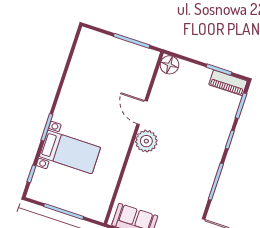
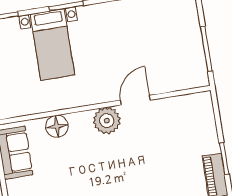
floor lamp: (169, 65) -> (57, 126), moved

